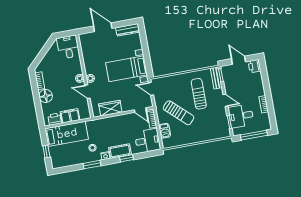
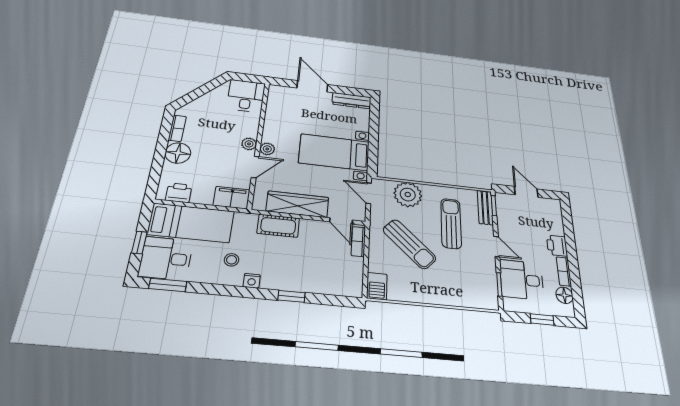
printer: (255, 66) -> (557, 246), moved
plant: (172, 83) -> (408, 194), added
door: (87, 92) -> (255, 167), swing flipped
wardrobe: (110, 108) -> (298, 204), width x1.50
filing cabinet: (70, 116) -> (232, 198), moved
floor lamp: (265, 118) -> (564, 295), added
barbecue: (165, 131) -> (377, 286), moved
window: (254, 135) -> (542, 319), width x0.46
desk: (147, 141) -> (166, 258), moved, turned 180
cot: (120, 151) -> (278, 226), moved
window: (92, 165) -> (168, 285), moved

